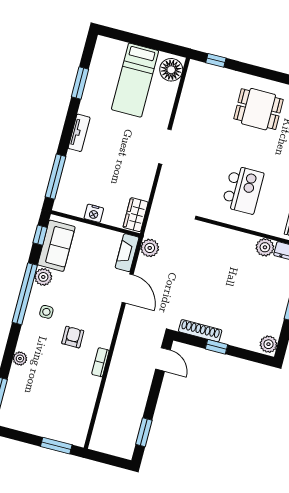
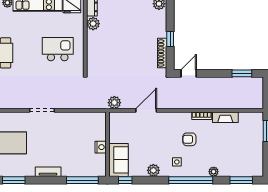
wardrobe: (136, 215) -> (94, 118), removed
sofa: (56, 246) -> (118, 160), moved, turned 90
fireplace: (127, 253) -> (225, 117), moved
window: (25, 294) -> (191, 180), moved

